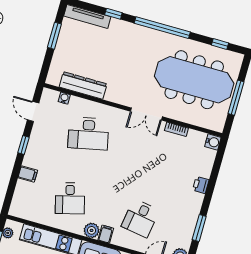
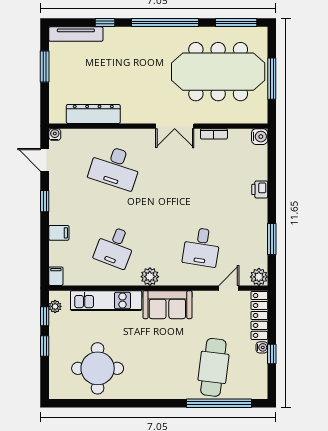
window: (220, 44) -> (236, 23), width x2.17
water cooler: (64, 98) -> (55, 135), moved
desk: (88, 134) -> (115, 167), turned 30
desk: (70, 198) -> (115, 247), turned 36
filing cabinet: (106, 234) -> (56, 276), moved

